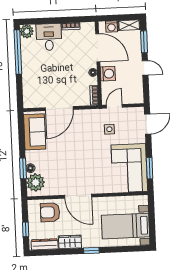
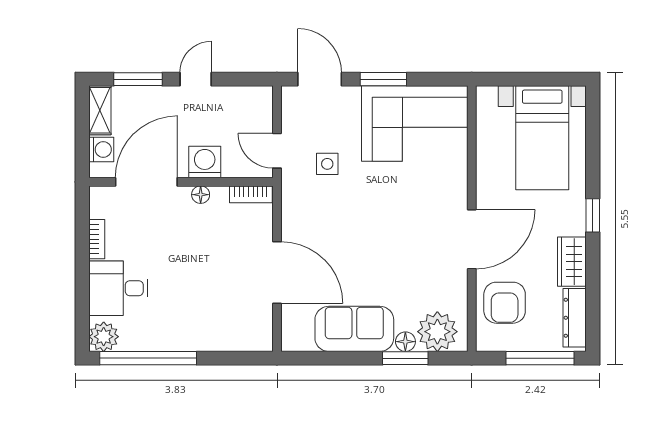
sofa: (35, 132) -> (354, 329), moved
window: (150, 168) -> (383, 79), moved
window: (26, 229) -> (540, 358), width x2.17

